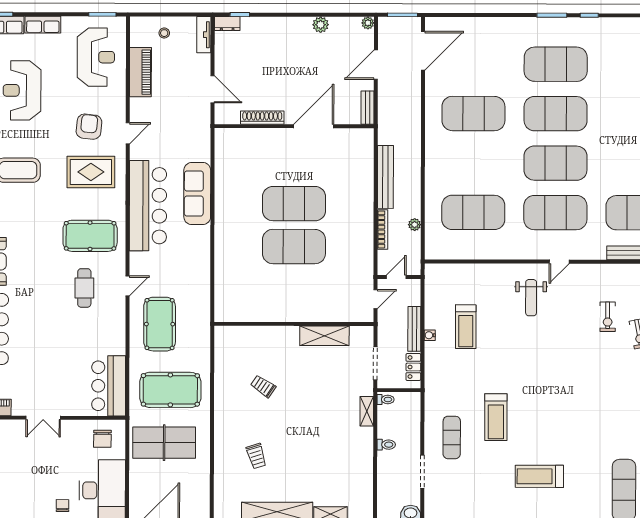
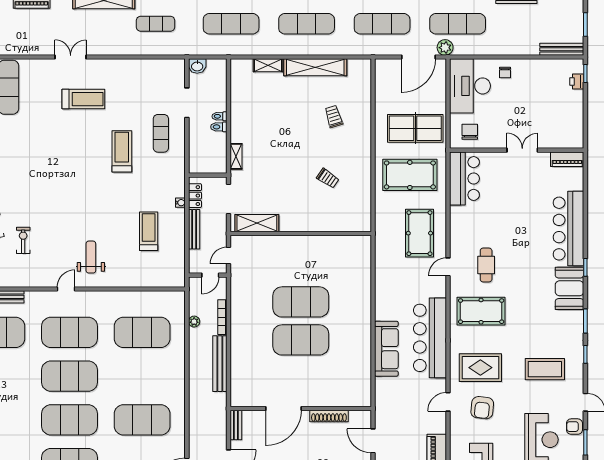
water cooler: (430, 335) -> (180, 203), moved
shelving: (324, 336) -> (257, 223), moved
toilet: (386, 399) -> (219, 116), moved

